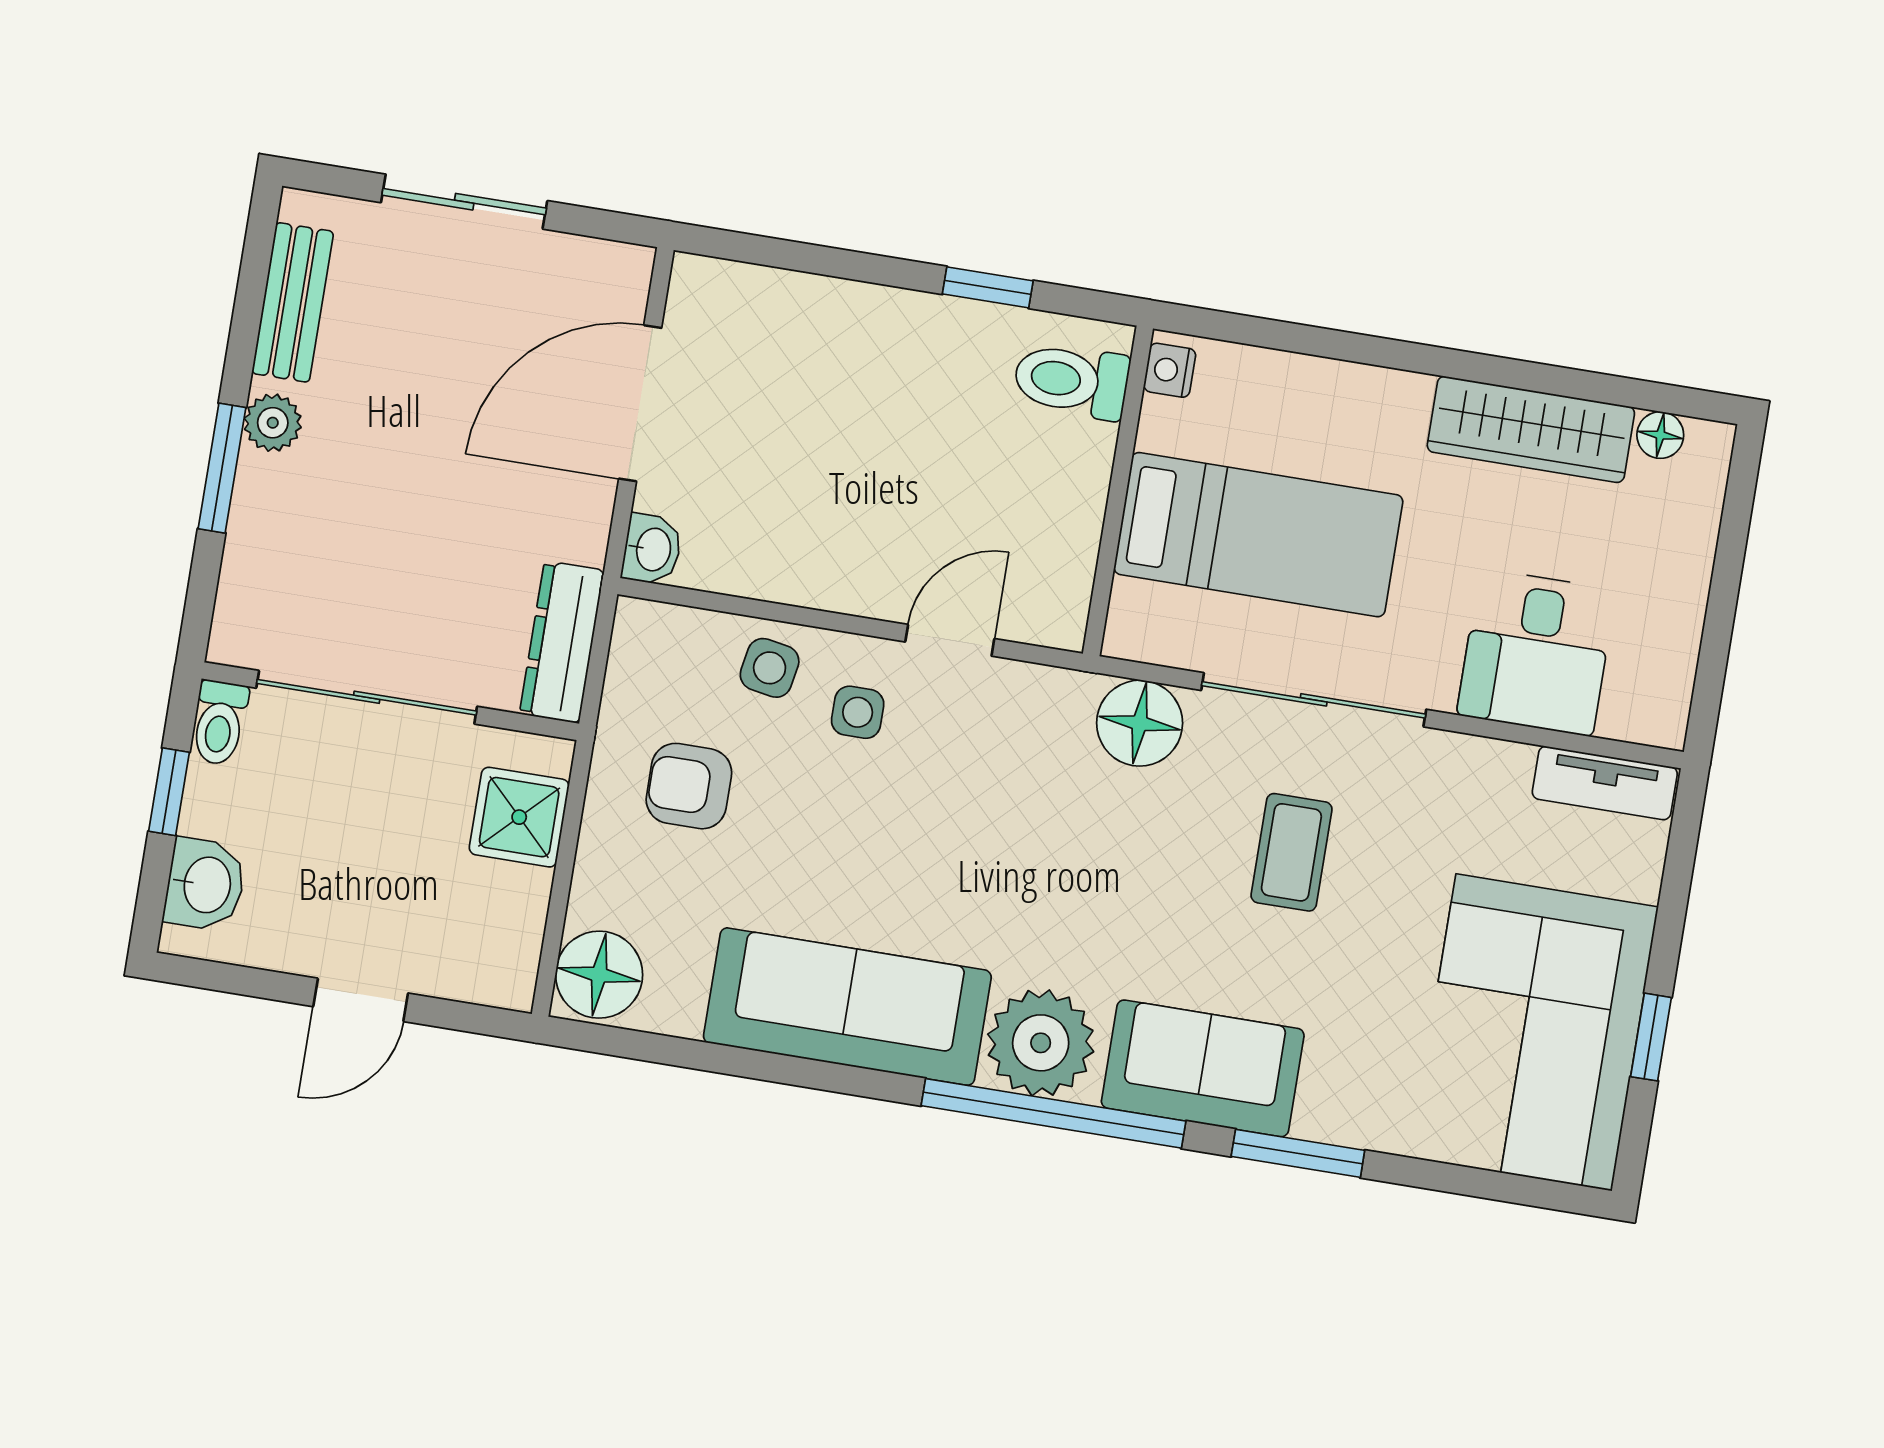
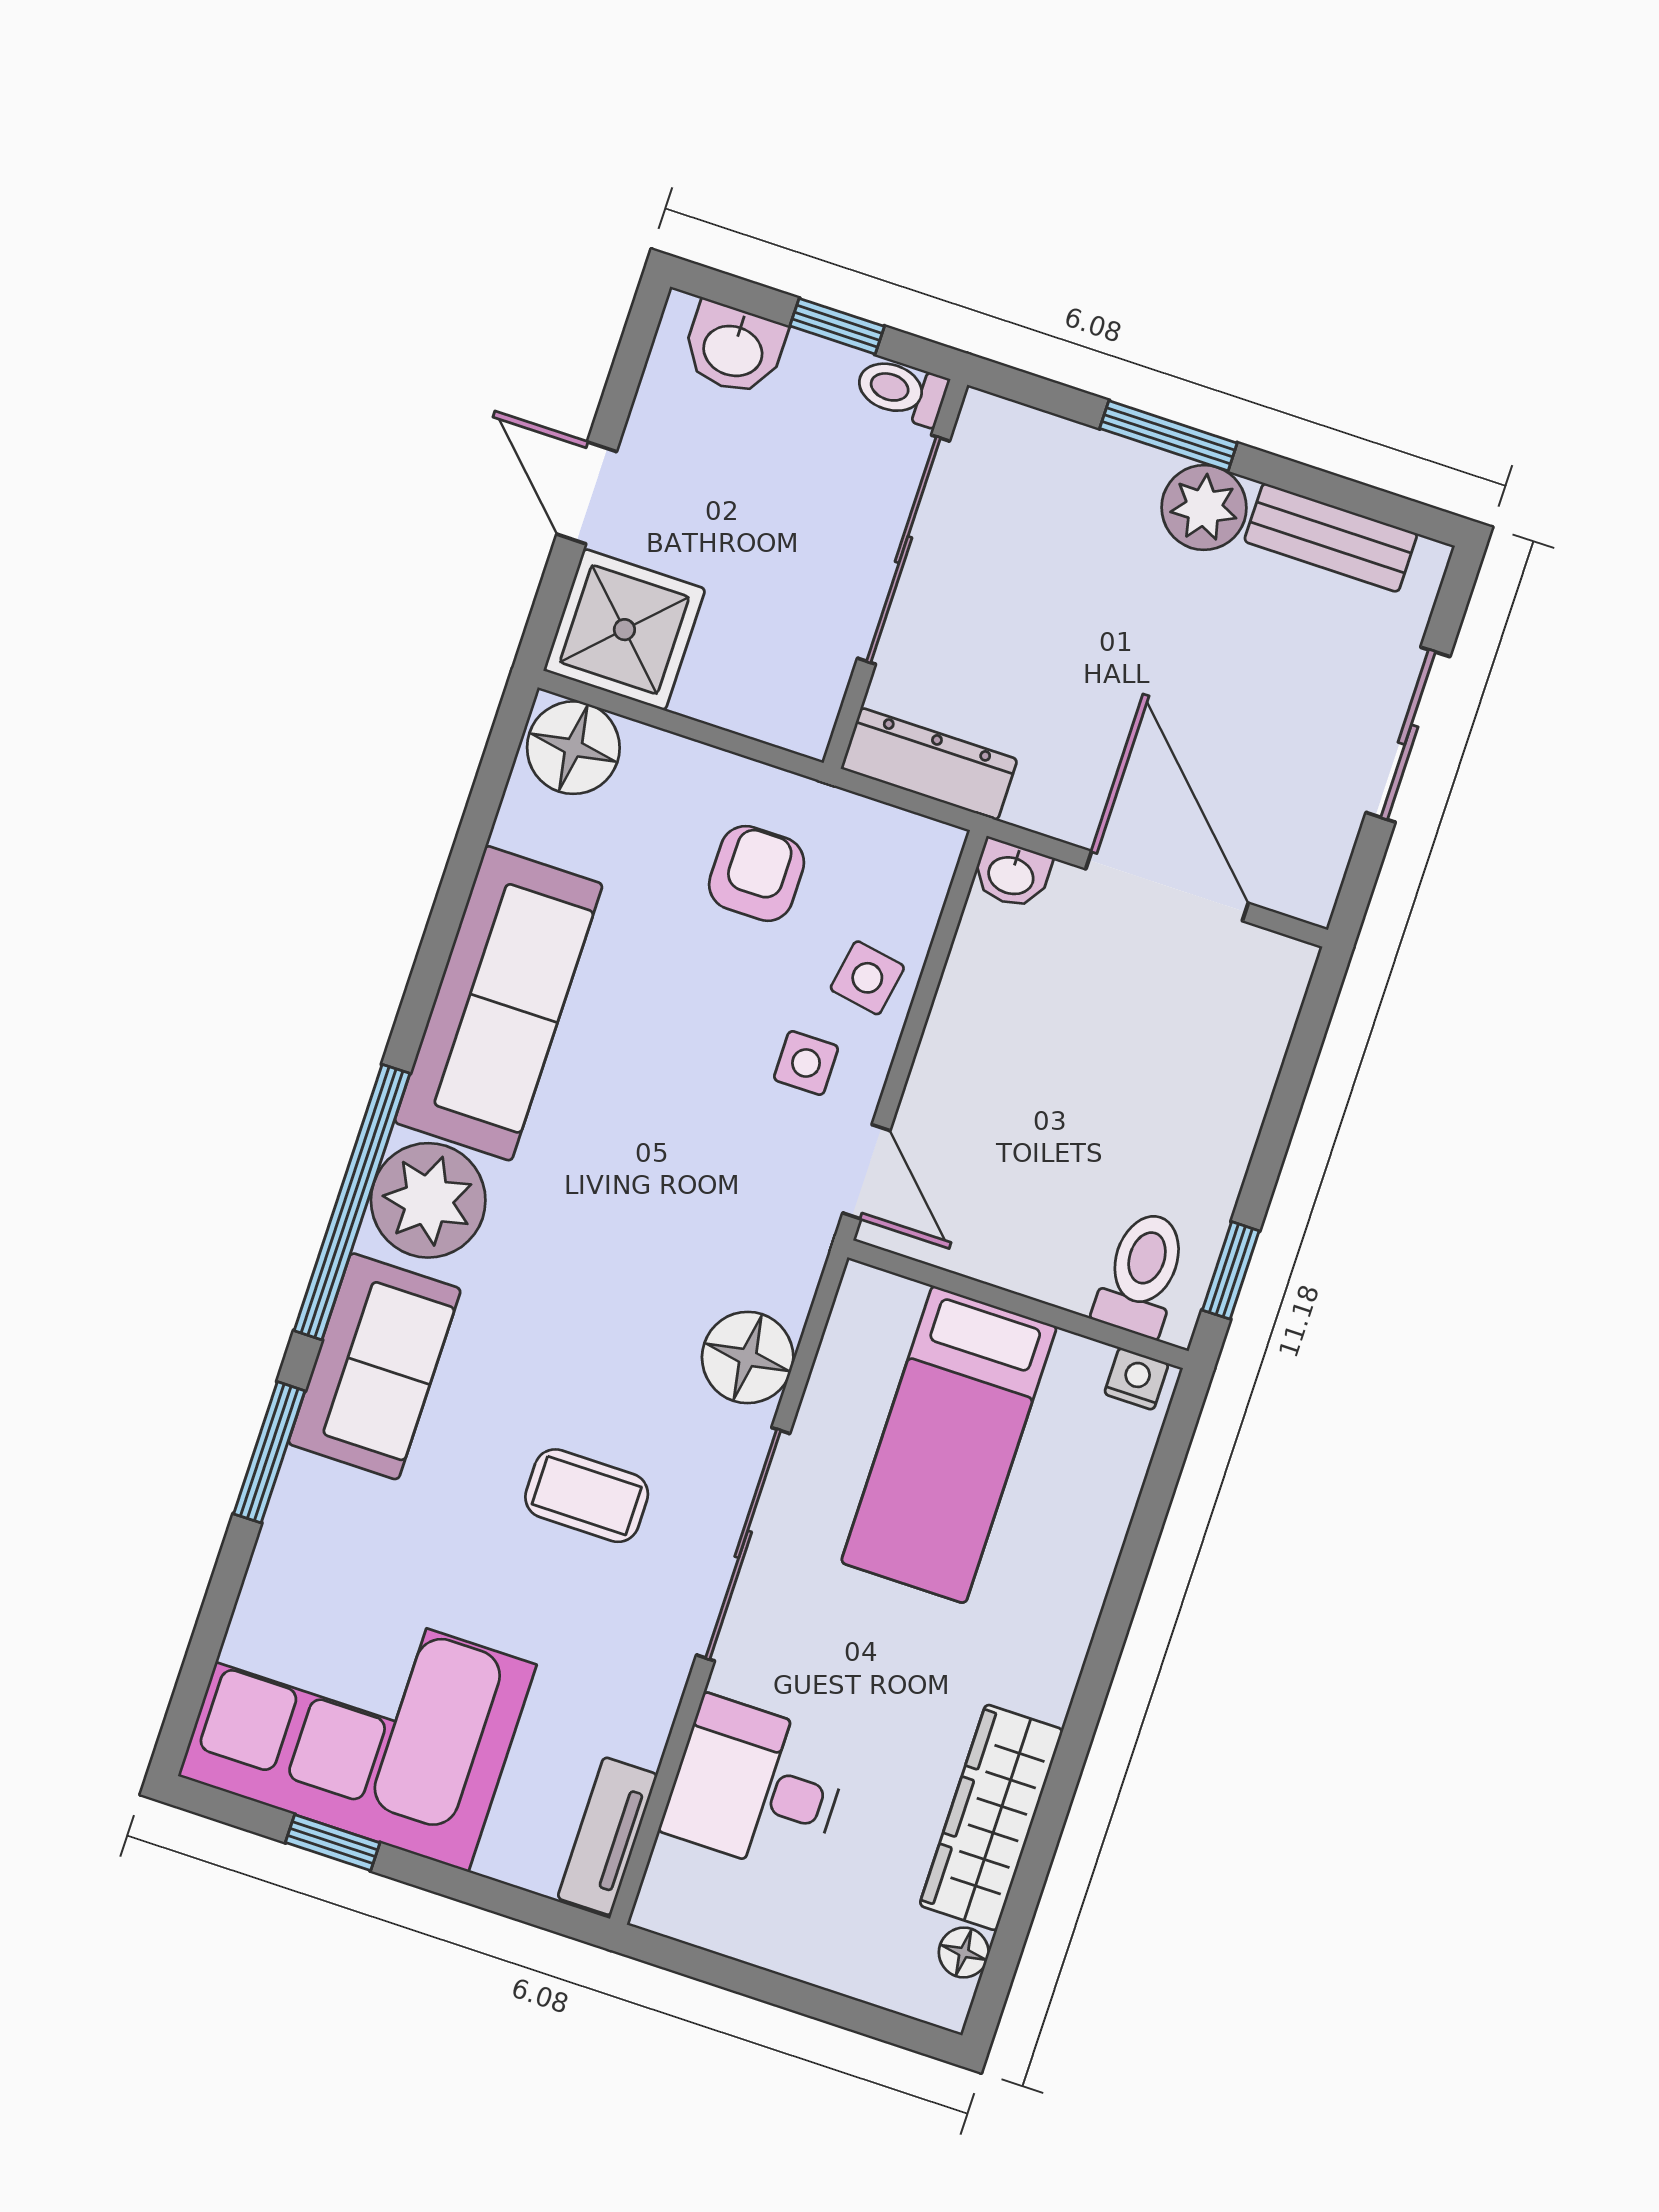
nightstand: (1170, 370) -> (1136, 1379), moved
toilet: (1071, 381) -> (1142, 1274), moved
plant: (273, 423) -> (1204, 508), width x1.38, depth x1.38
wall: (1118, 491) -> (1018, 1304), moved
bed: (1258, 535) -> (949, 1445), moved
shower: (519, 817) -> (624, 630), moved, width x1.36, depth x1.36

